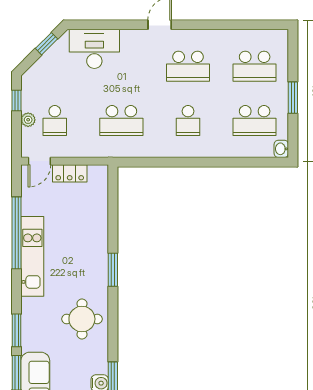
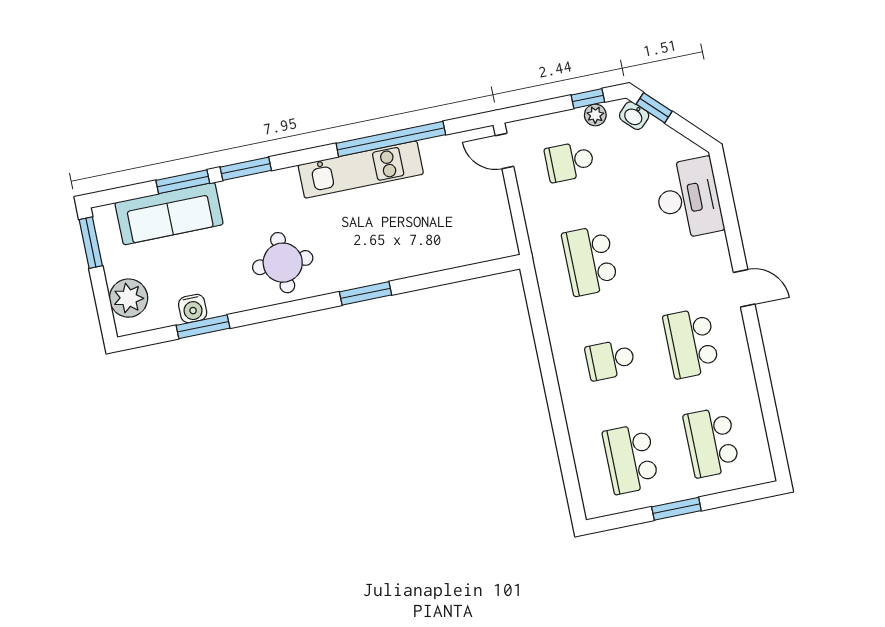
window: (46, 44) -> (654, 108), moved
plant: (28, 120) -> (595, 115), moved
washbasin: (281, 149) -> (634, 116), moved, turned -135
locker: (70, 173) -> (496, 200), removed

